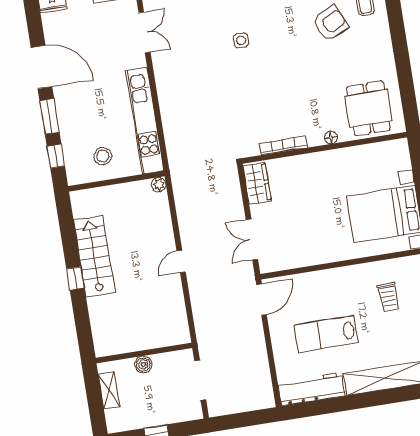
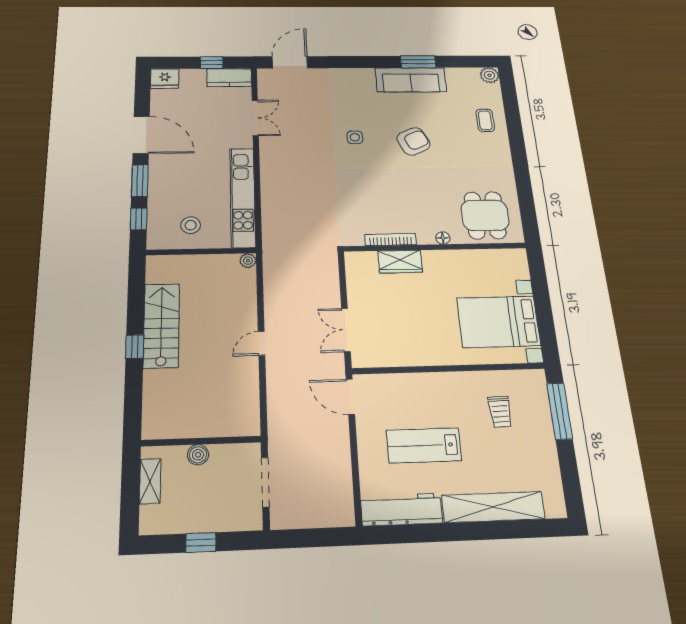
armchair: (330, 23) -> (413, 141), moved
wardrobe: (257, 183) -> (400, 262), moved, turned 90
door: (262, 300) -> (350, 397), swing flipped

